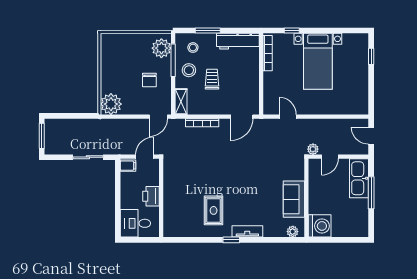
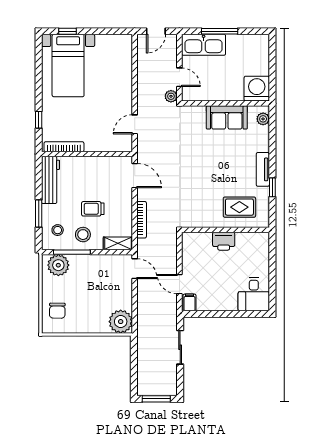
bed with nightstands: (318, 61) -> (68, 66), moved, turned 90
chair: (149, 80) -> (57, 311), moved, turned 91
printer: (151, 196) -> (224, 241), moved
wall: (161, 198) -> (225, 230), moved

